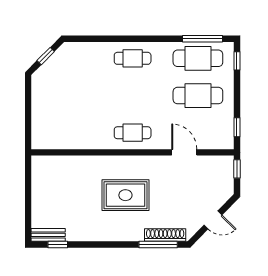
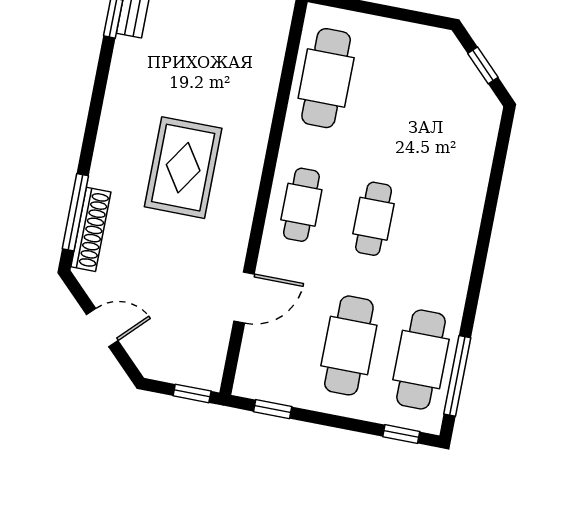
cafe table: (133, 58) -> (374, 219), moved
cafe table: (67, 133) -> (326, 78), added
door: (213, 220) -> (102, 328), swing flipped

